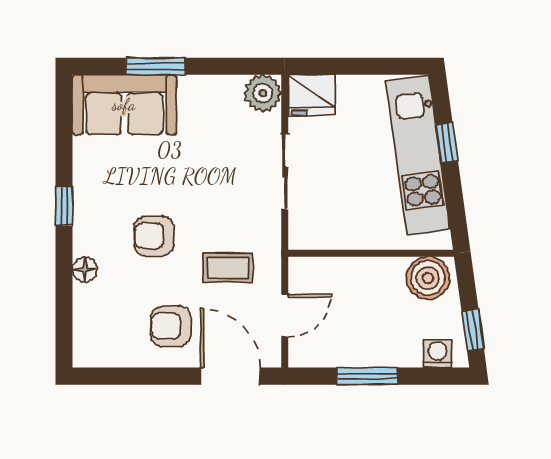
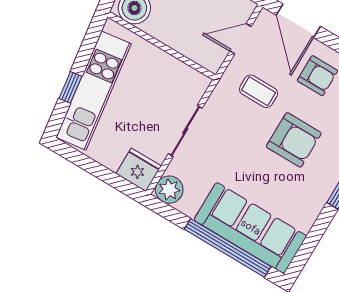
window: (156, 66) -> (228, 248), width x2.11
sofa: (124, 105) -> (250, 228), width x1.36
armchair: (154, 236) -> (294, 140), width x1.38, depth x1.38

